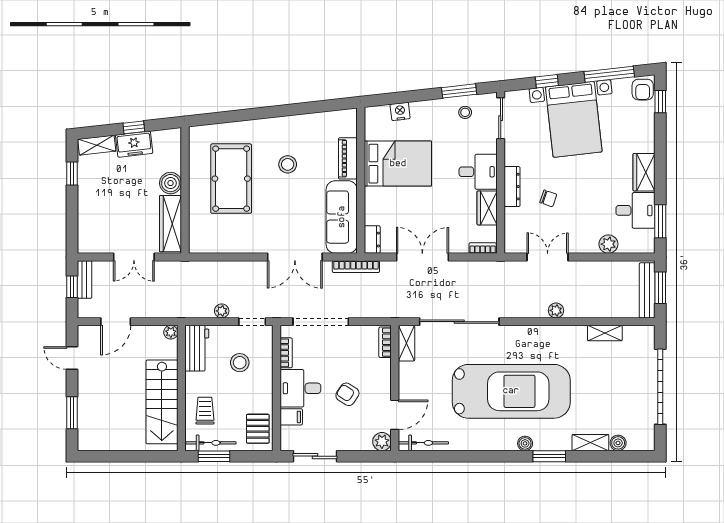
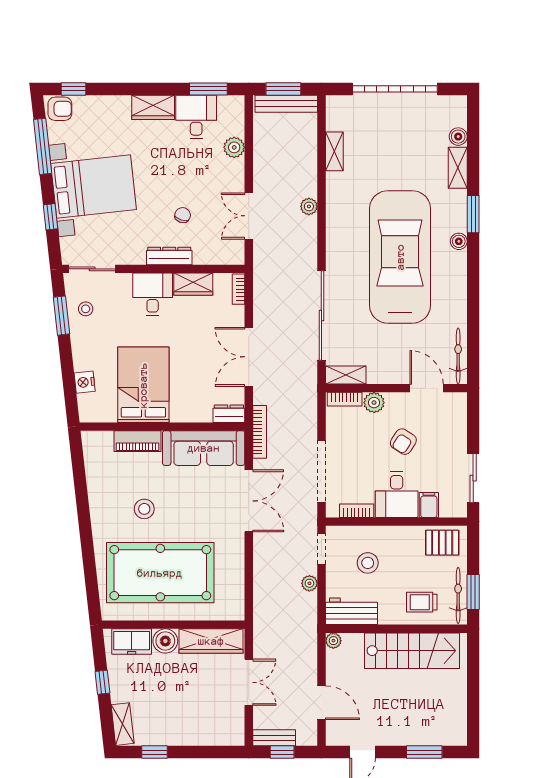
freezer: (134, 144) -> (132, 642), moved, turned 96
pool table: (231, 179) -> (160, 573), width x1.36, depth x1.32
plant: (382, 442) -> (374, 403), moved

